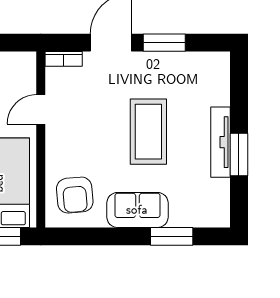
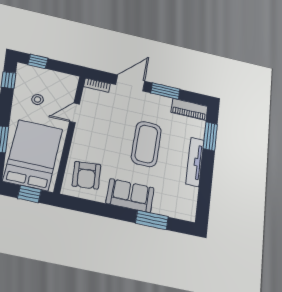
piano: (204, 63) -> (189, 109), added
window: (239, 155) -> (210, 136), moved

